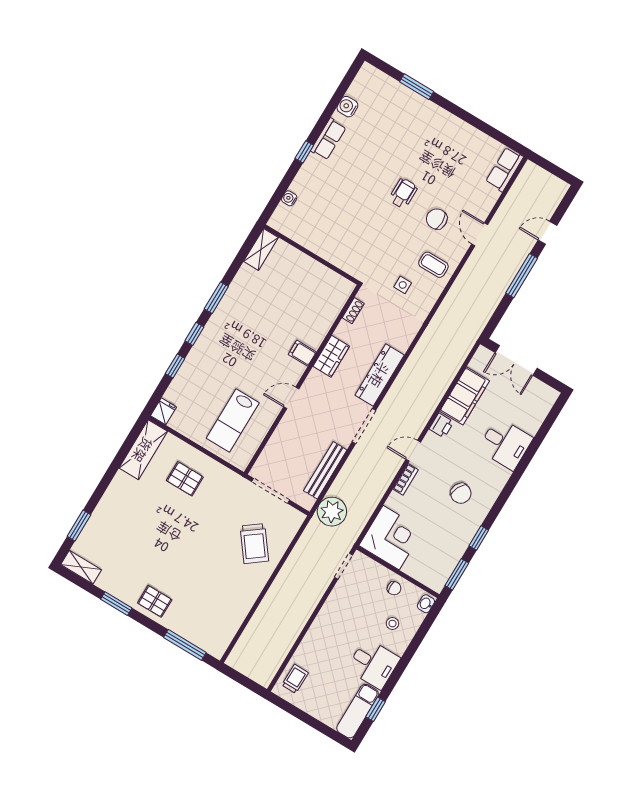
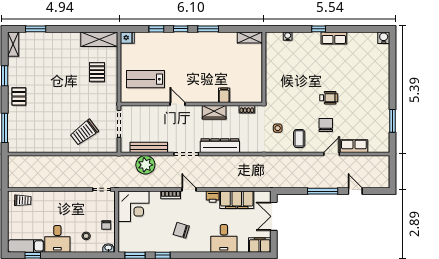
window: (417, 87) -> (392, 121), moved
water cooler: (347, 107) -> (384, 38), moved
row of seats: (505, 169) -> (354, 146), moved
filing cabinet: (302, 353) -> (224, 95), moved
filing cabinet: (542, 402) -> (260, 245), added
chair: (461, 493) -> (181, 230), turned 81
plant: (332, 512) -> (145, 165), moved

